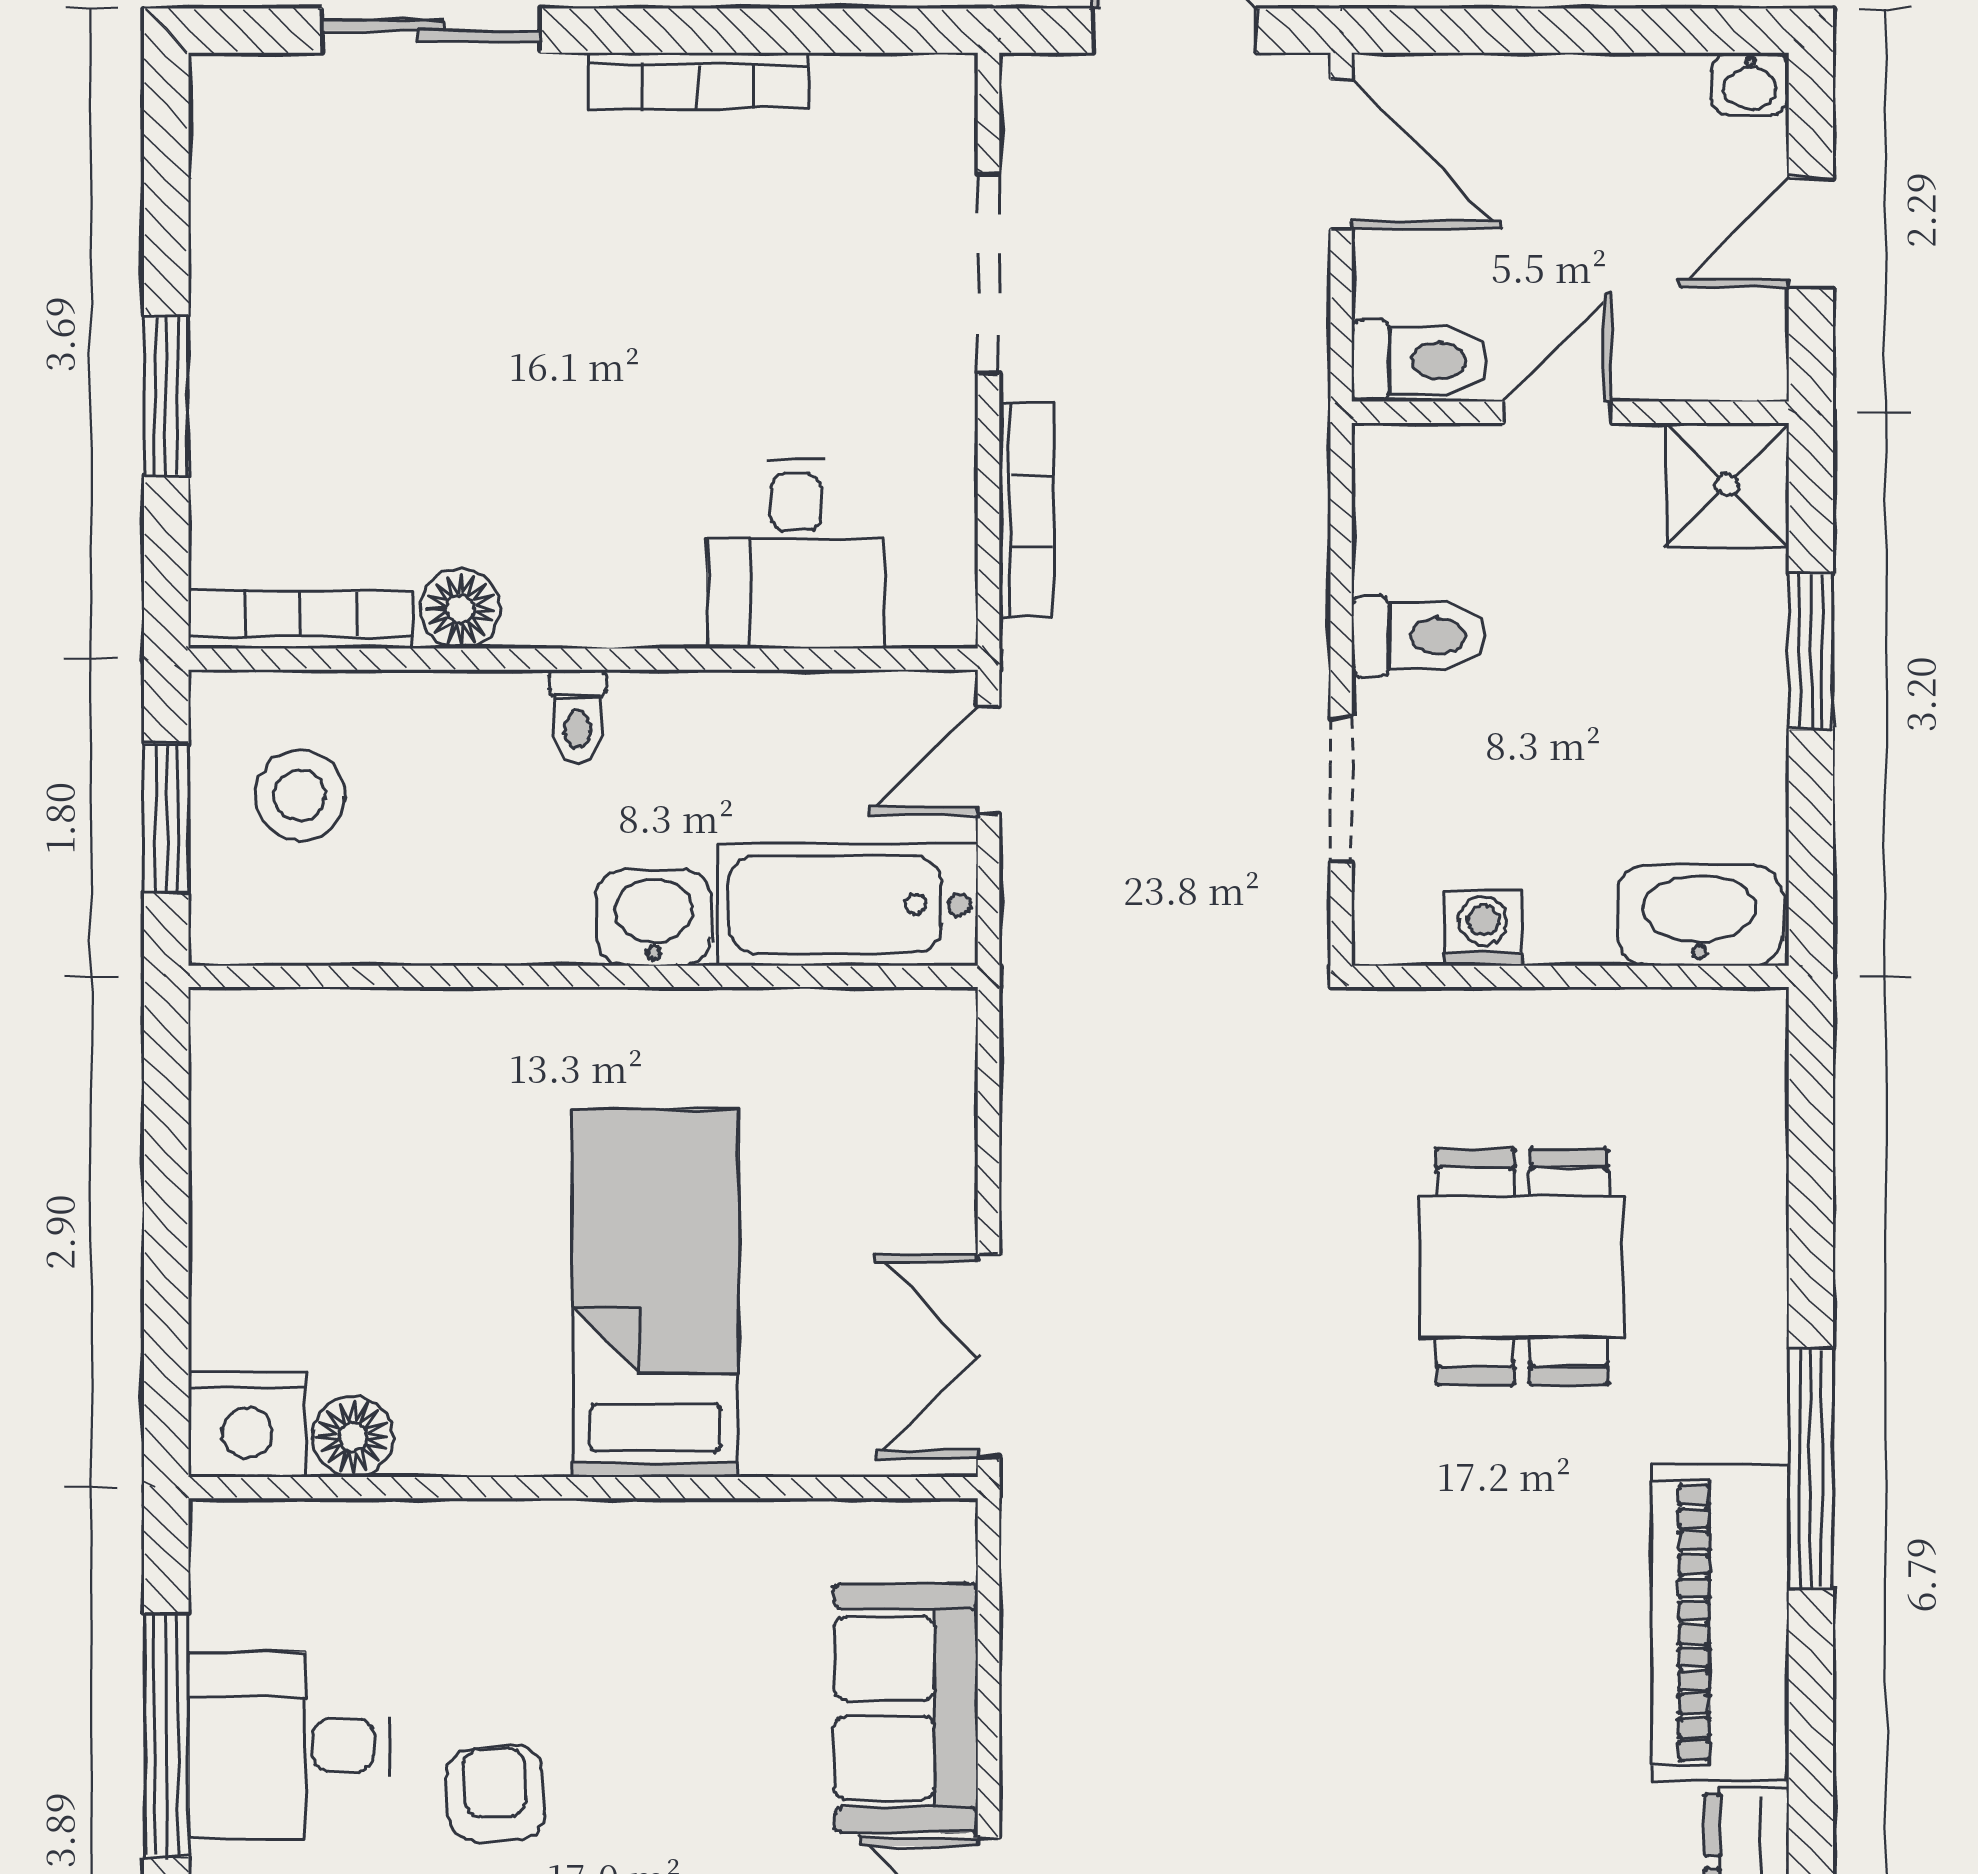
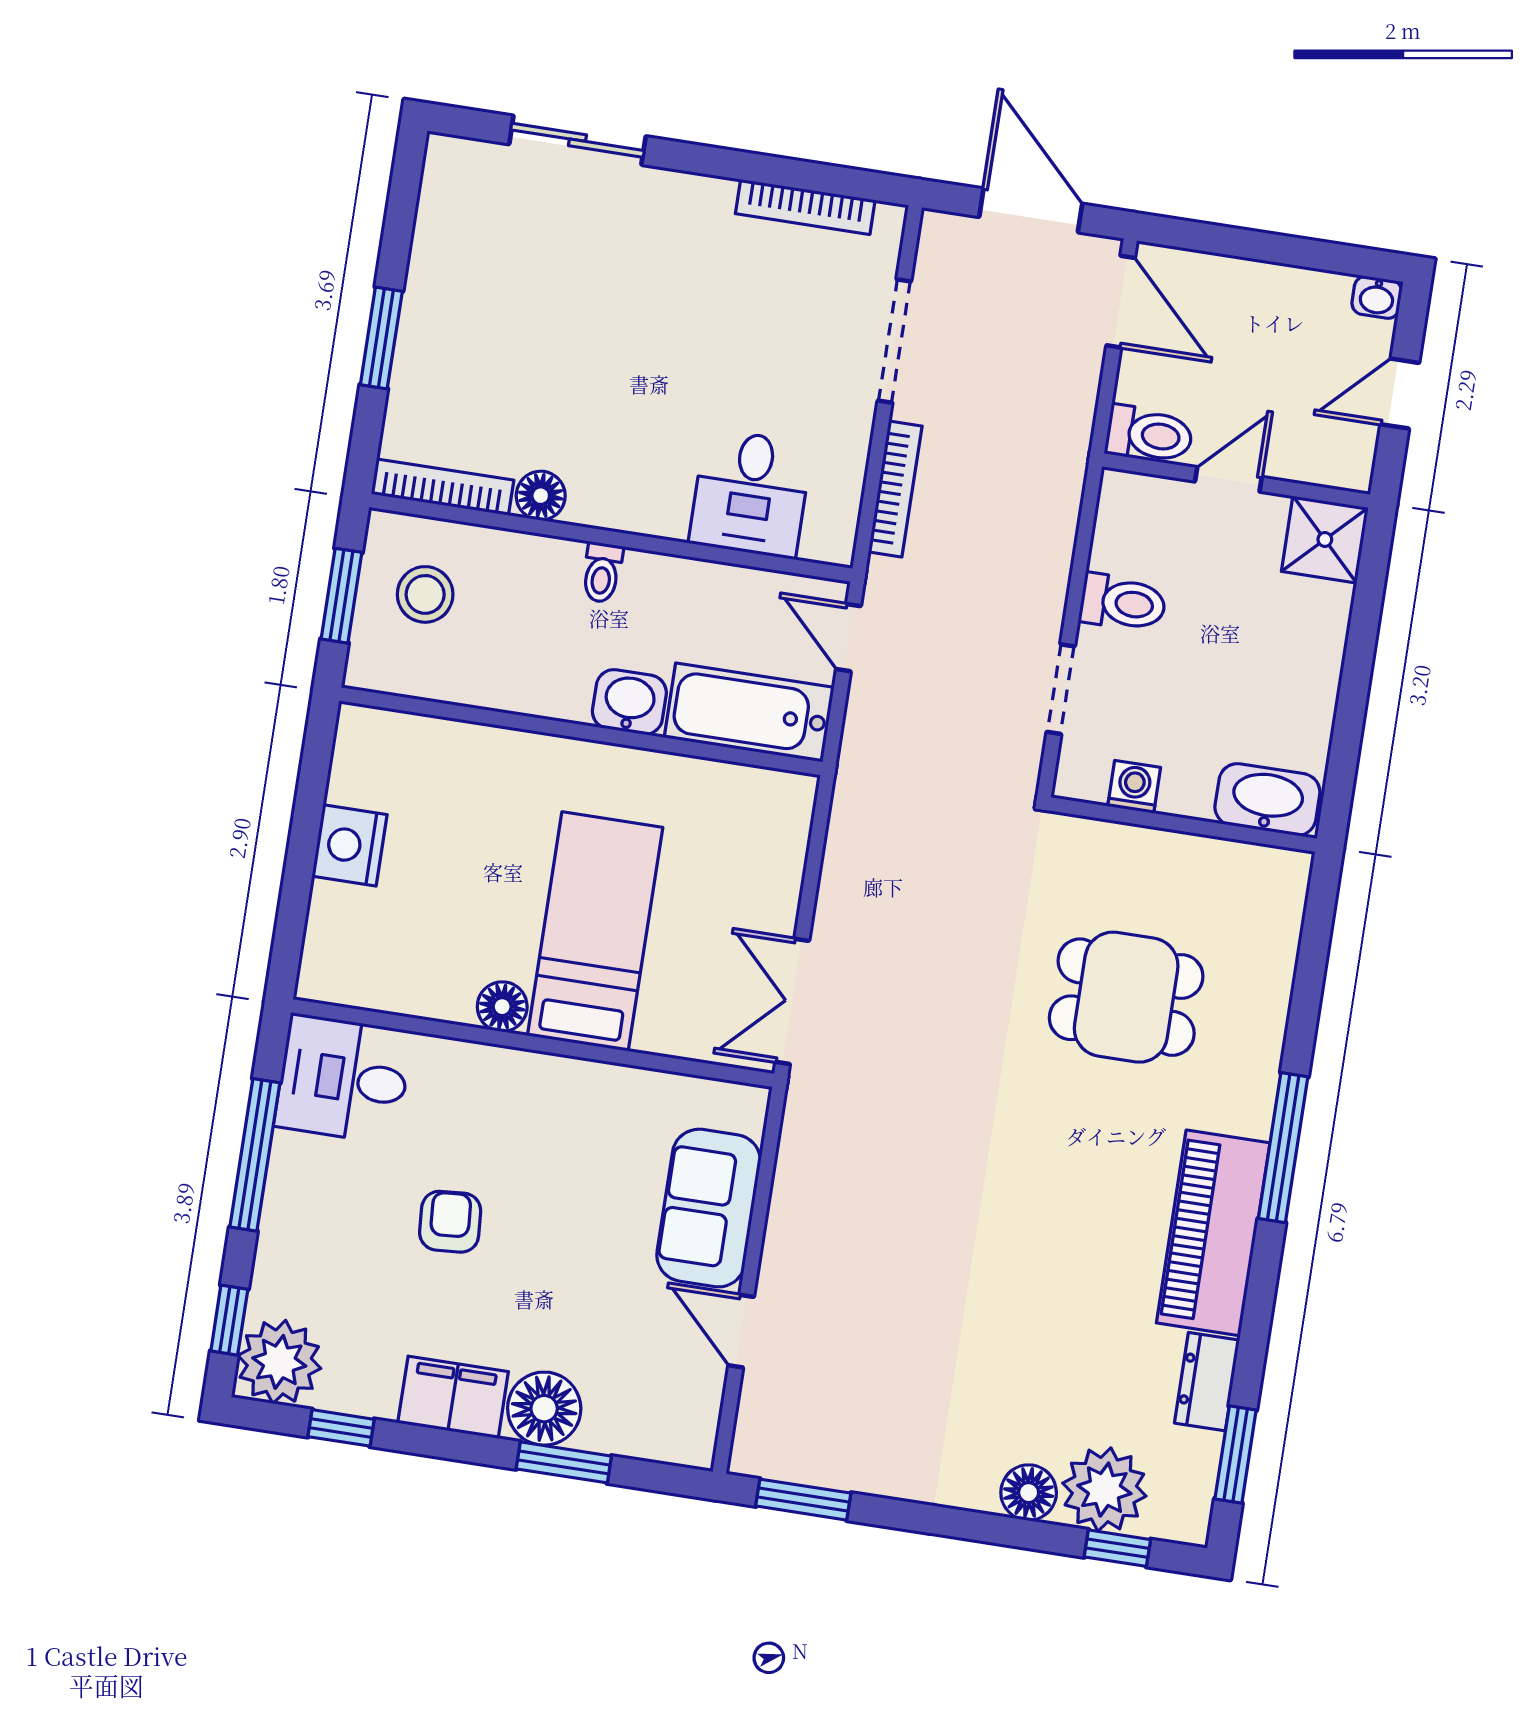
bookcase: (698, 81) -> (805, 207), moved
window: (1811, 651) -> (1360, 649), removed
door: (989, 760) -> (849, 638), hinge flipped
dining table: (1522, 1267) -> (1126, 997), turned 90
nightstand: (247, 1424) -> (349, 845), moved, turned 90
floor lamp: (353, 1437) -> (502, 1007), moved
desk: (289, 1745) -> (343, 1079), moved

